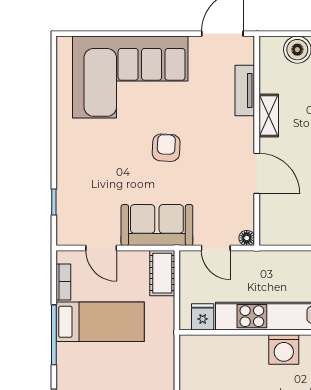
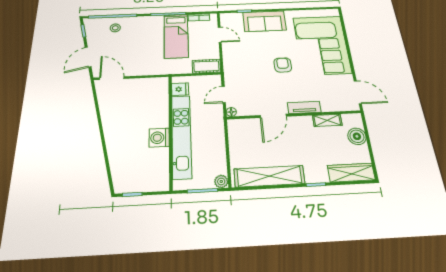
tv unit: (245, 91) -> (304, 107), moved
shelving: (269, 115) -> (327, 120), moved
armchair: (166, 148) -> (283, 65), turned -93
sofa: (157, 225) -> (264, 21), moved, turned 90
door: (101, 248) -> (220, 35), swing flipped

